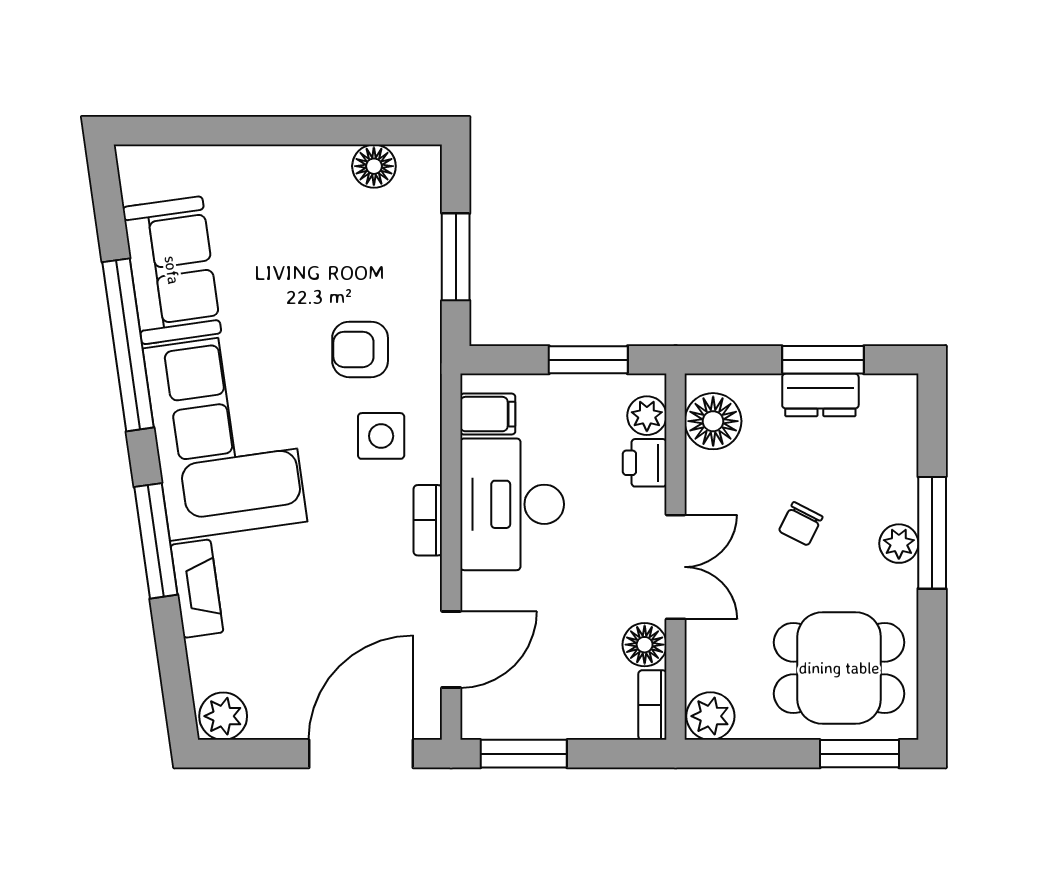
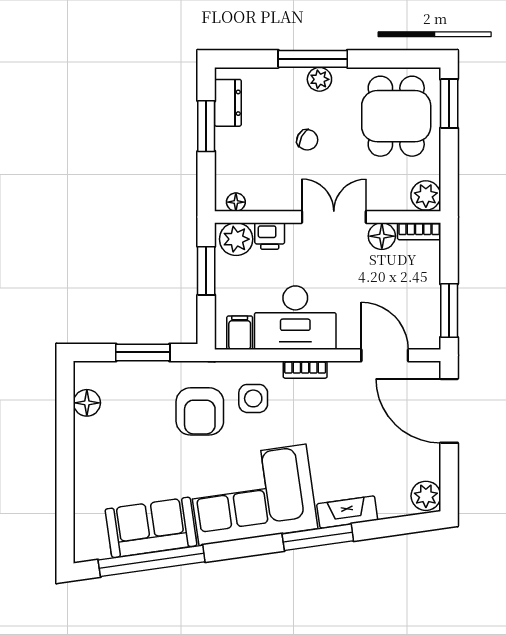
window: (128, 345) -> (152, 561), moved
armchair: (360, 349) -> (200, 411), width x1.38, depth x1.38
dresser: (820, 395) -> (228, 103), moved
plant: (647, 416) -> (236, 239), width x1.38, depth x1.38
floor lamp: (713, 421) -> (236, 202), width x0.53, depth x0.53

